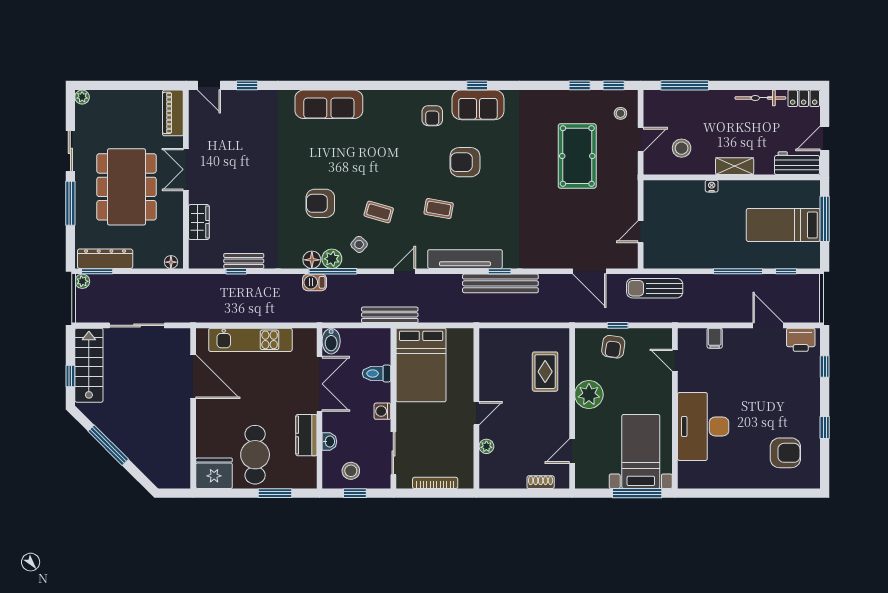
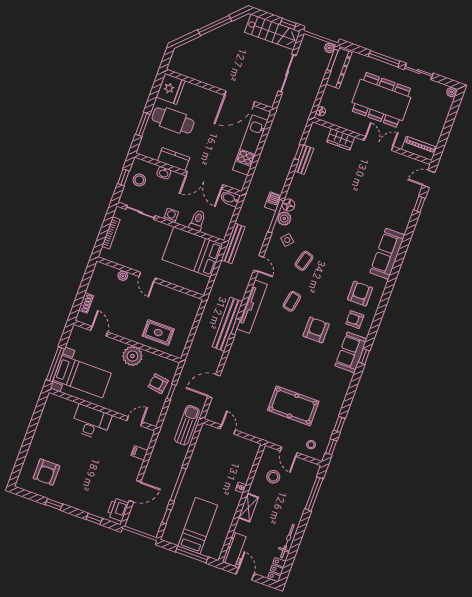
armchair: (320, 203) -> (360, 294), moved
window: (70, 376) -> (288, 24), moved
desk: (703, 426) -> (91, 422), width x0.73, depth x0.77

